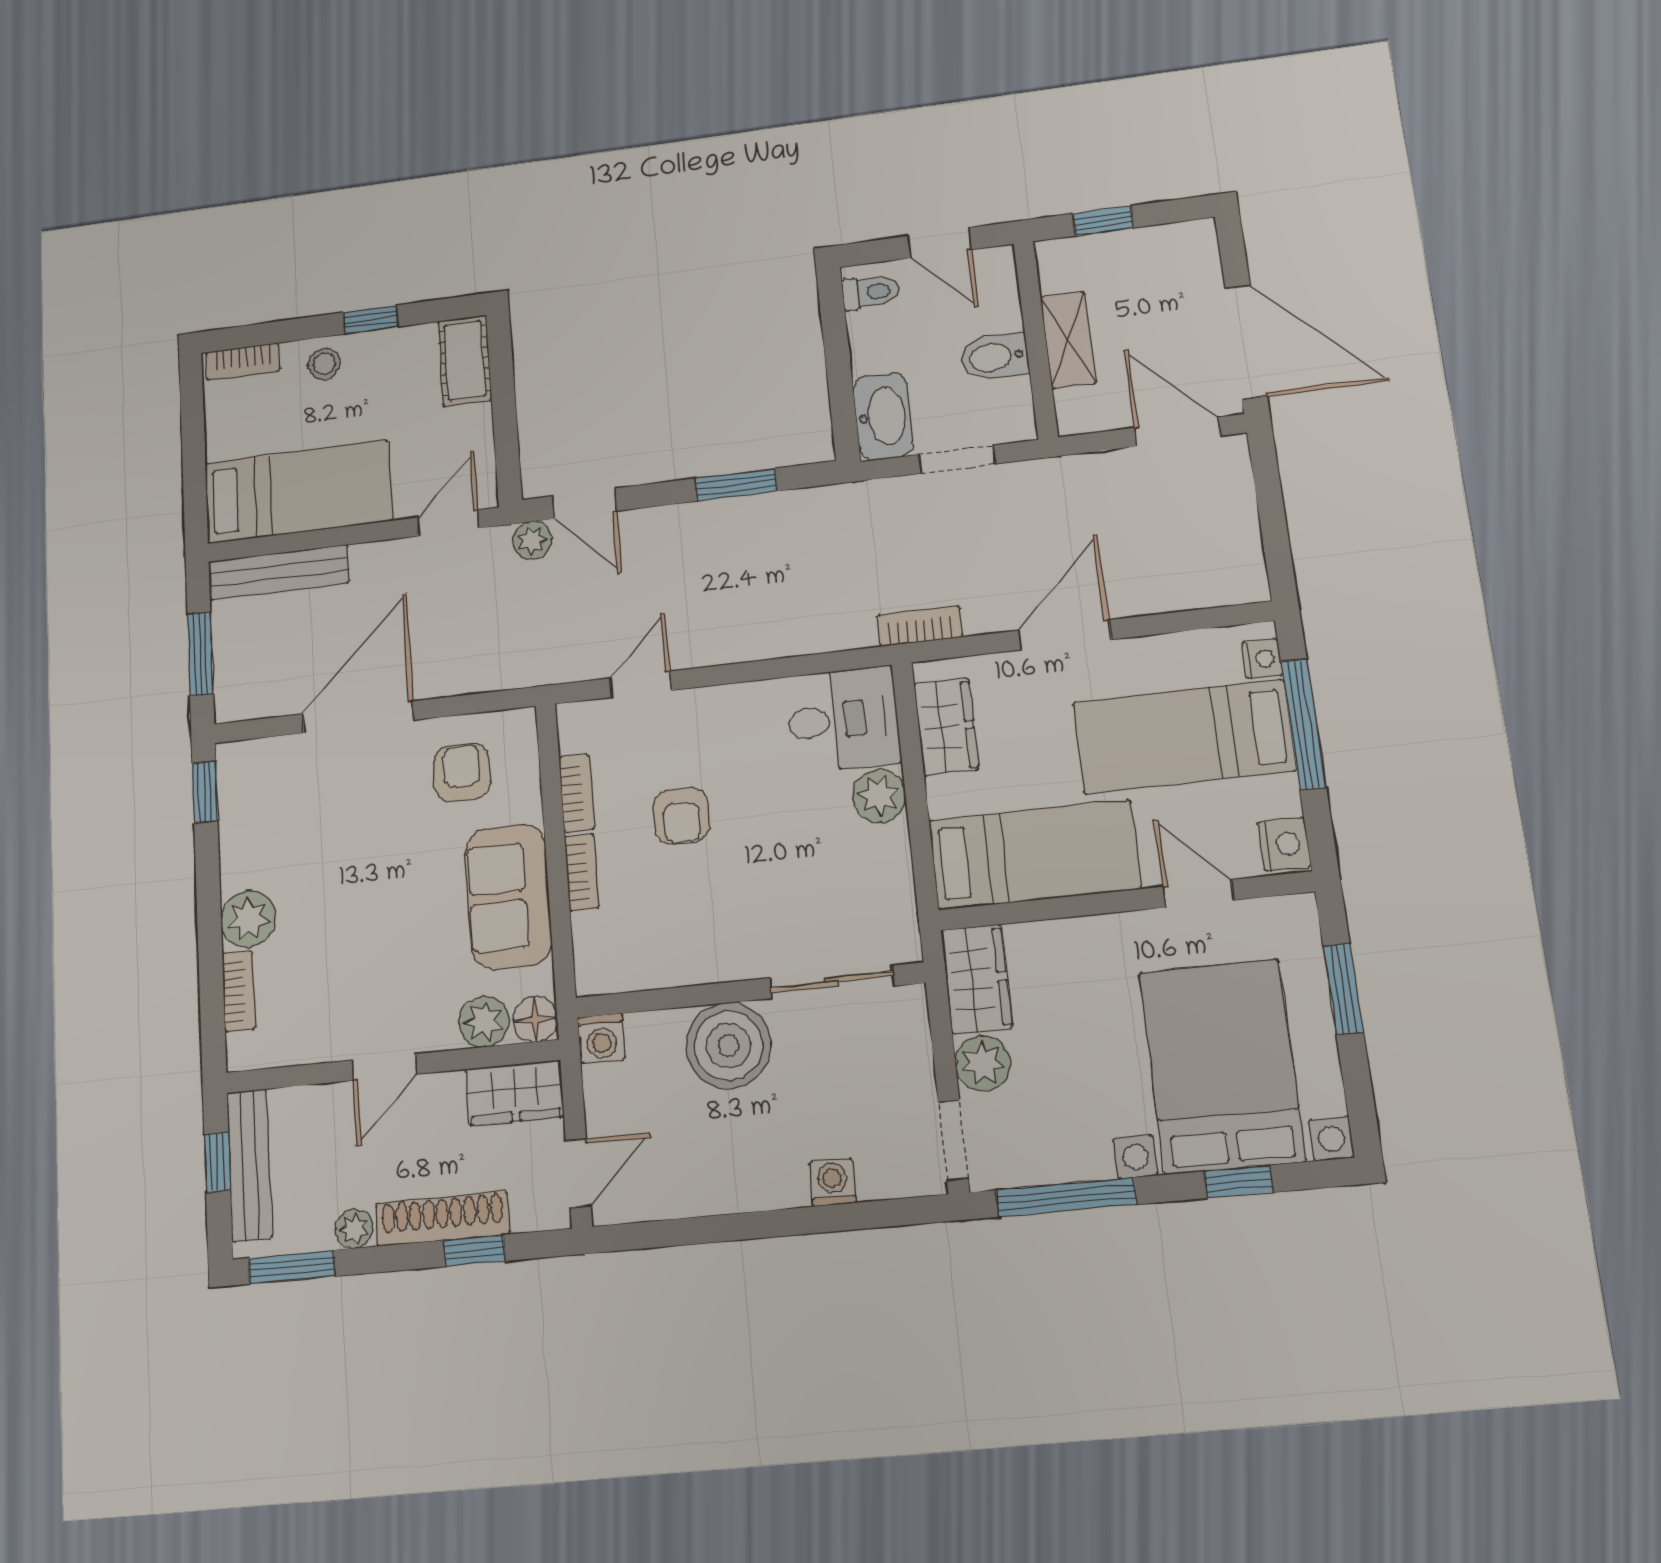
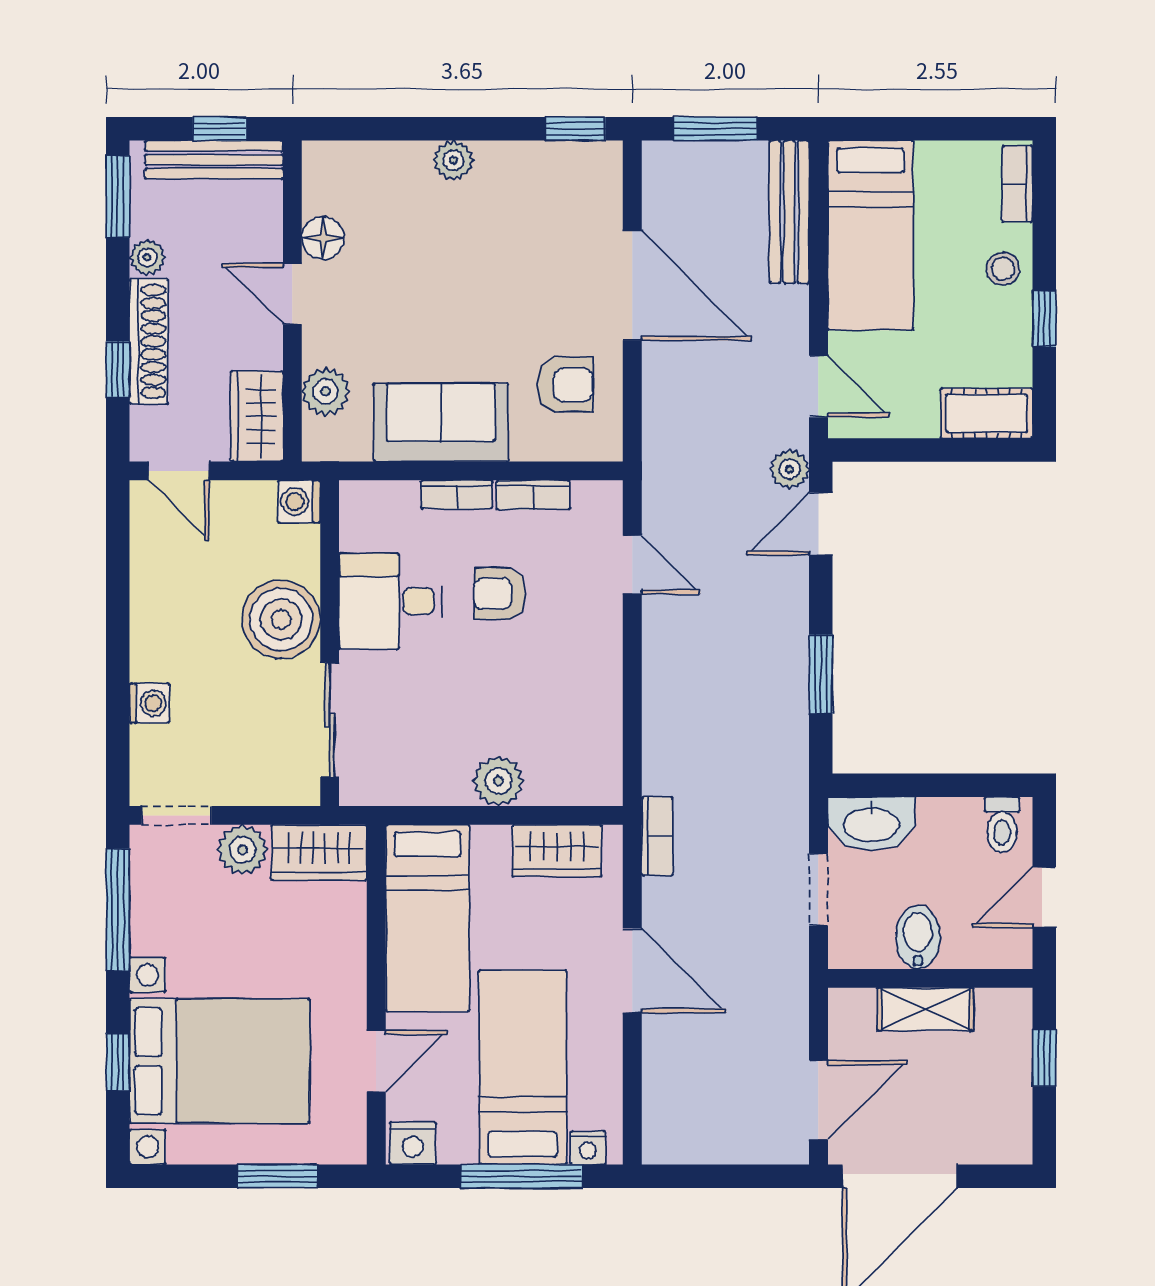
desk: (843, 720) -> (391, 601), moved, turned 90
plant: (248, 919) -> (453, 160), width x0.73, depth x0.73
bookcase: (239, 991) -> (378, 155), removed
floor lamp: (535, 1019) -> (323, 238), moved

